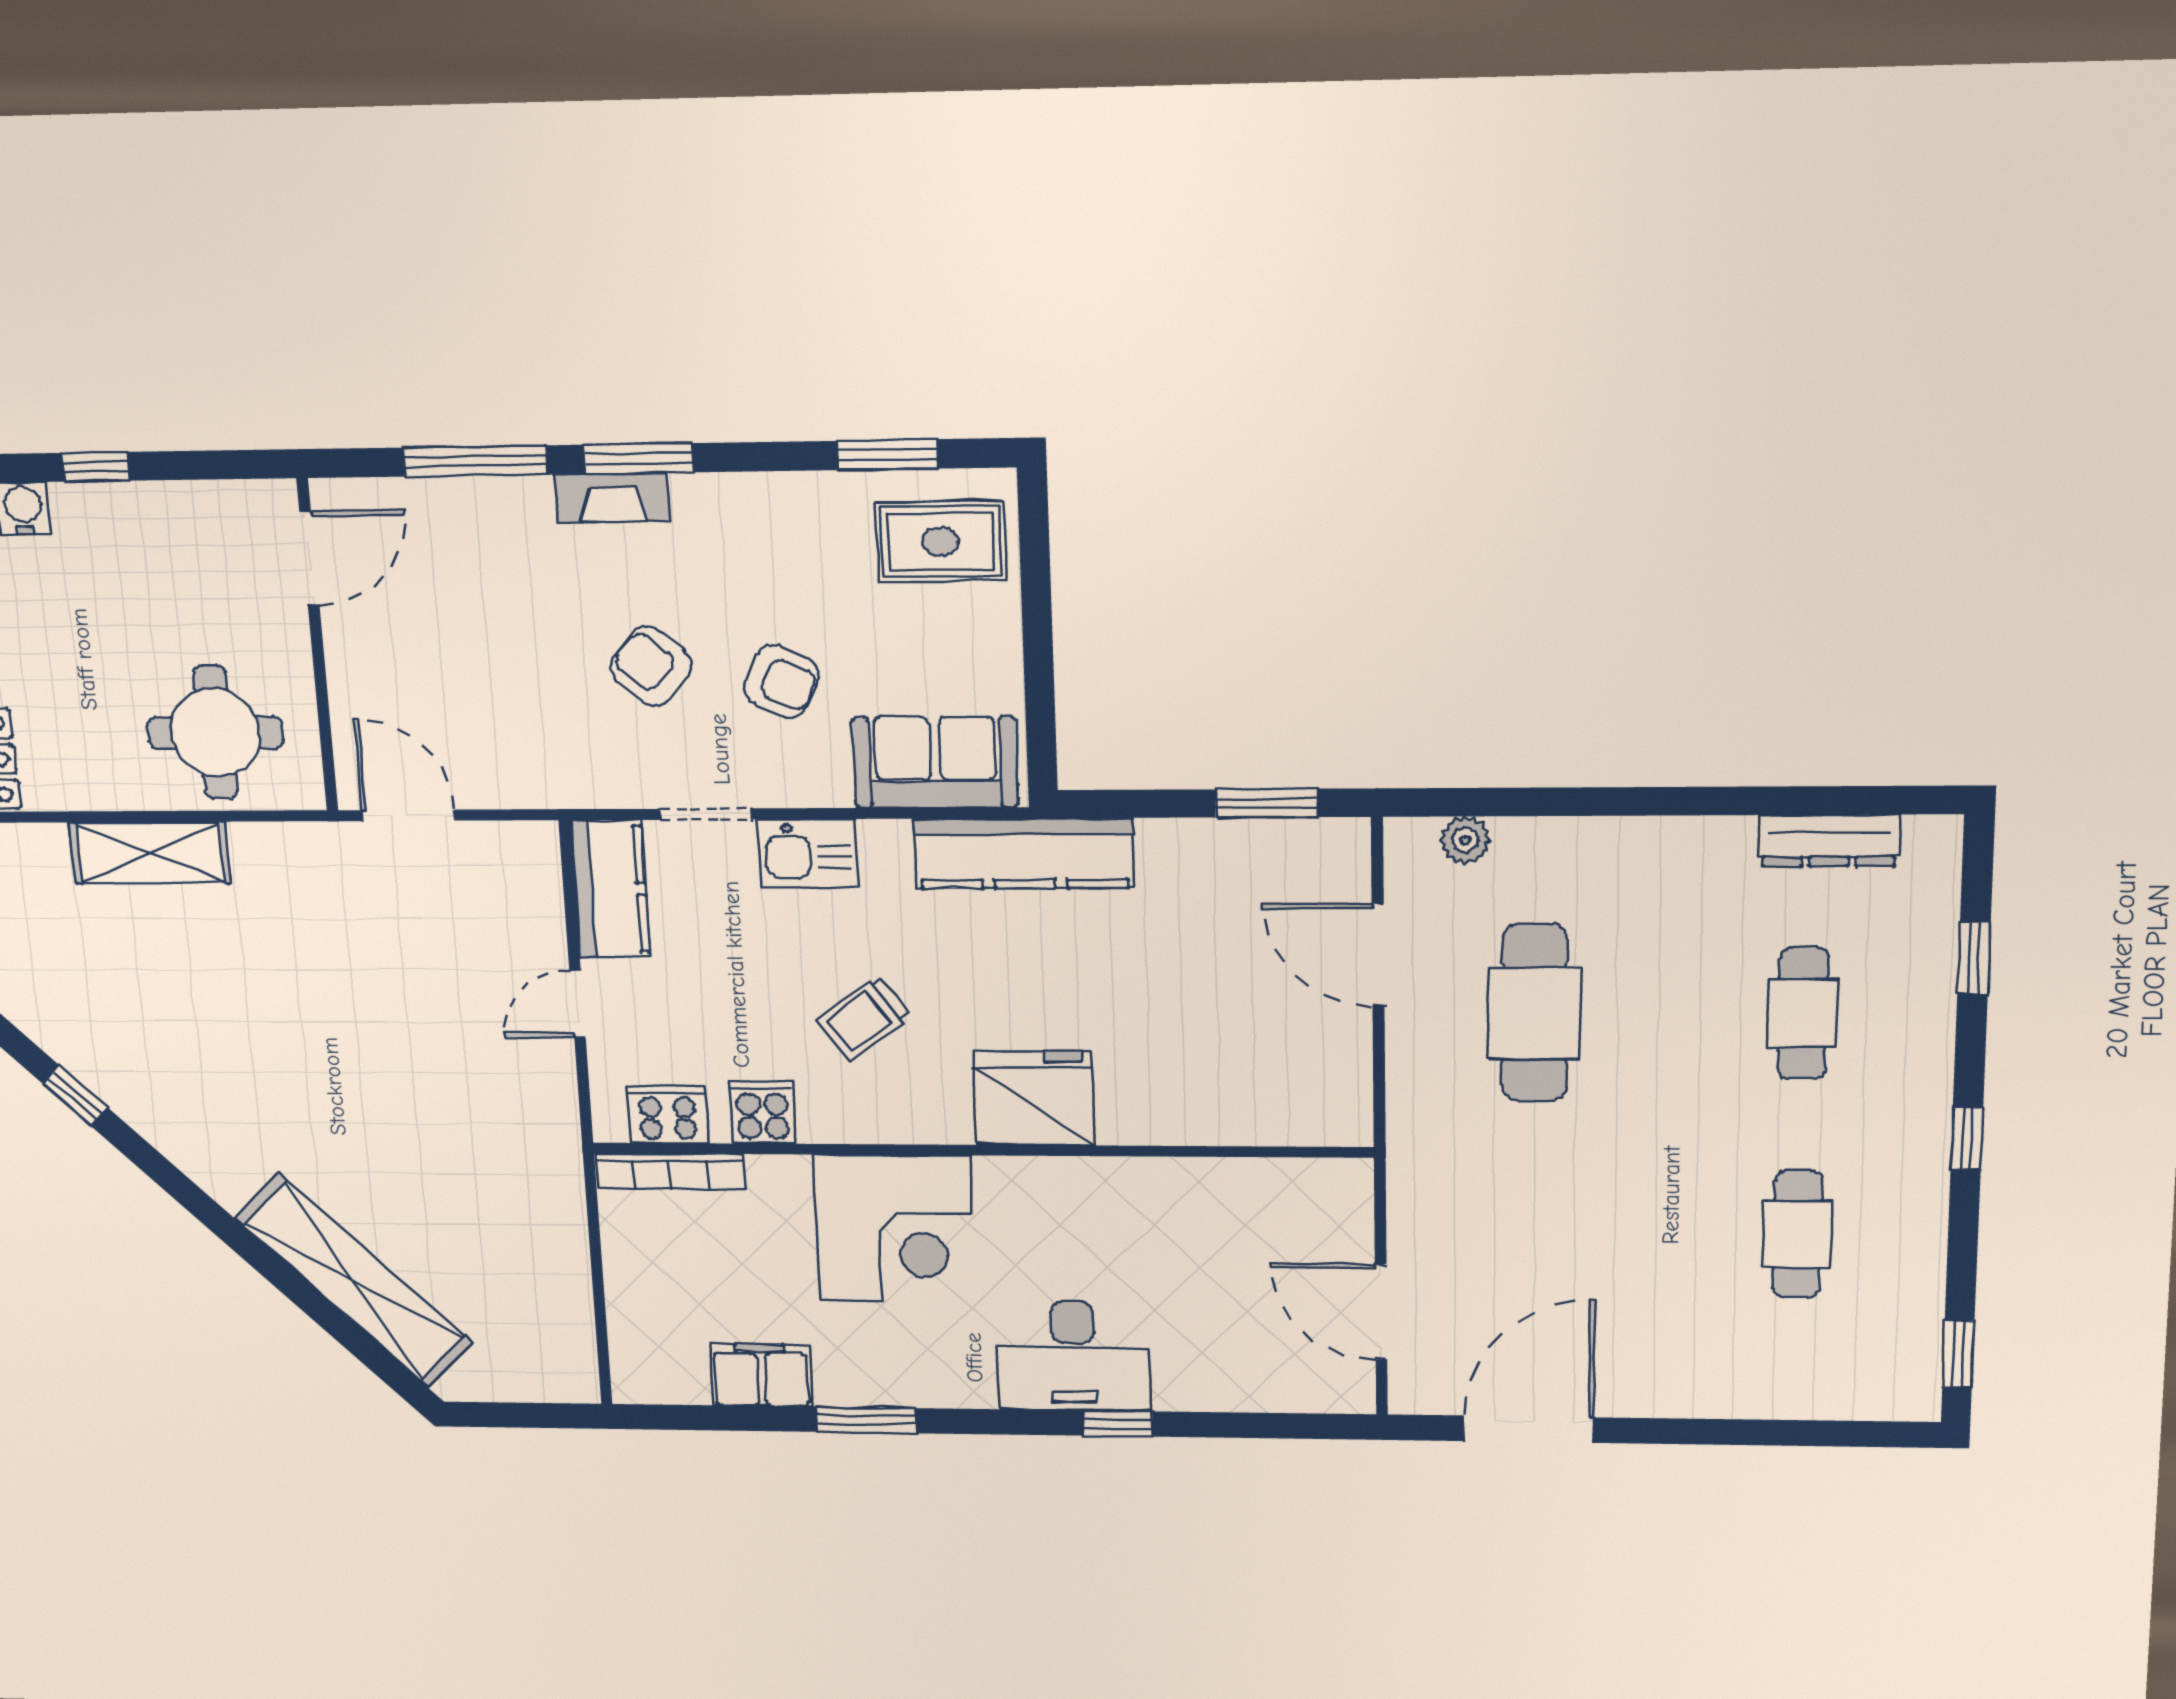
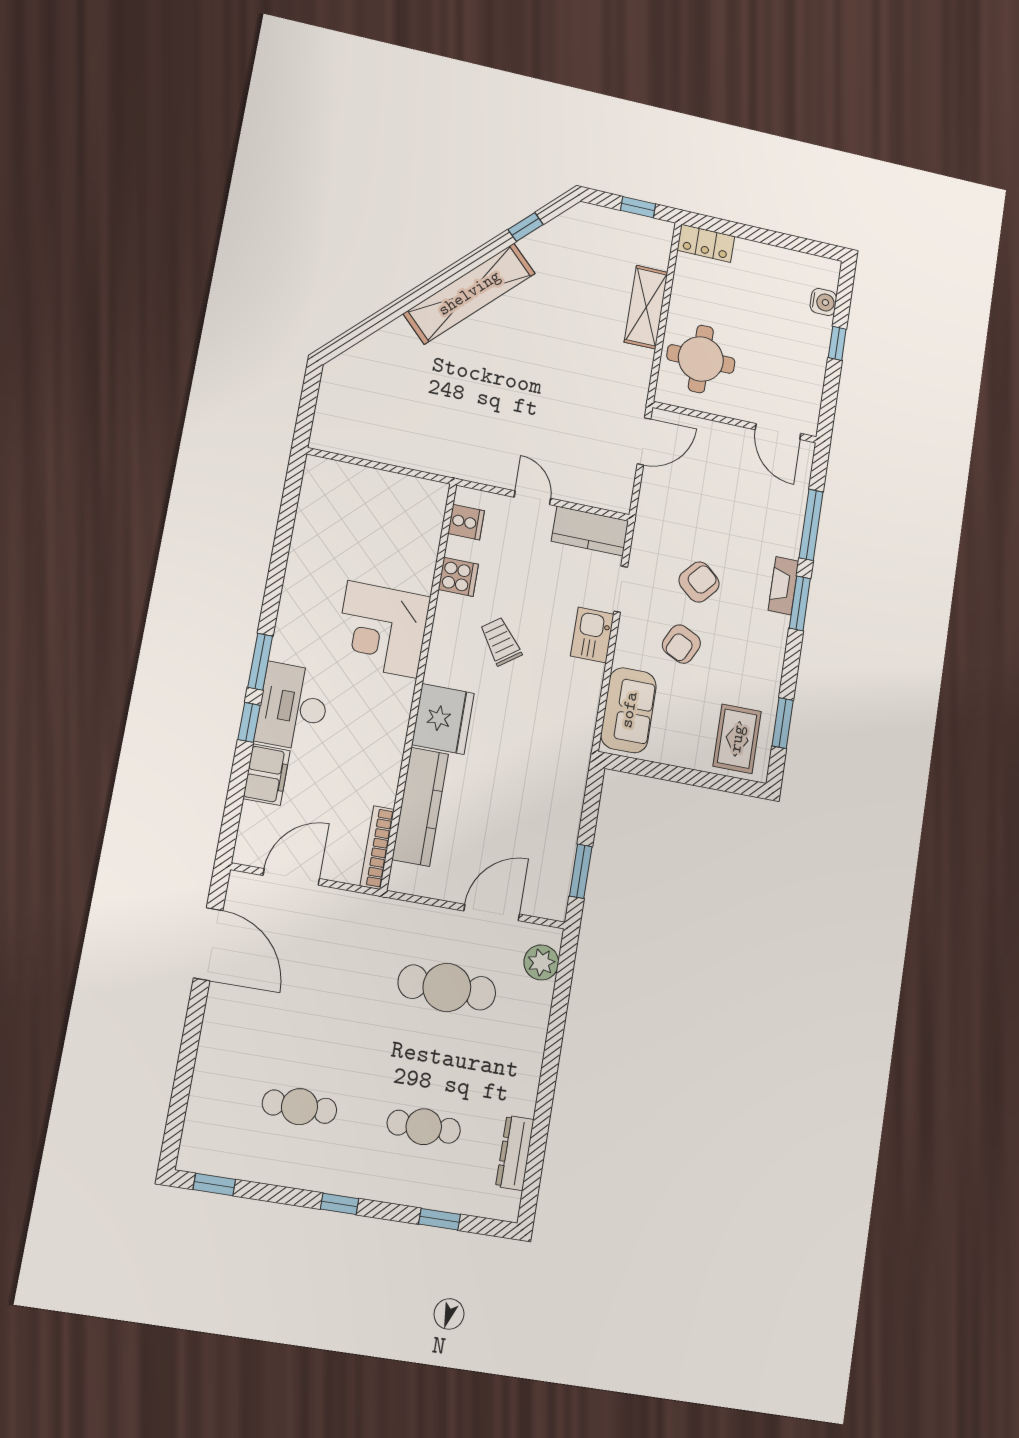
plant: (1465, 840) -> (541, 962), width x1.38, depth x1.38
kitchen counter: (1024, 853) -> (420, 807), moved, turned 180
cooker: (668, 1115) -> (466, 522), width x0.73
bookcase: (670, 1171) -> (377, 848), moved
shelving: (354, 1281) -> (469, 293), moved
filing cabinet: (761, 1375) -> (267, 775), moved
window: (866, 1420) -> (260, 662), moved

